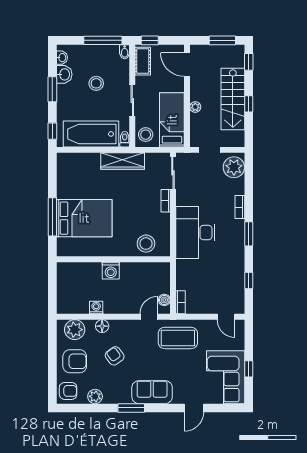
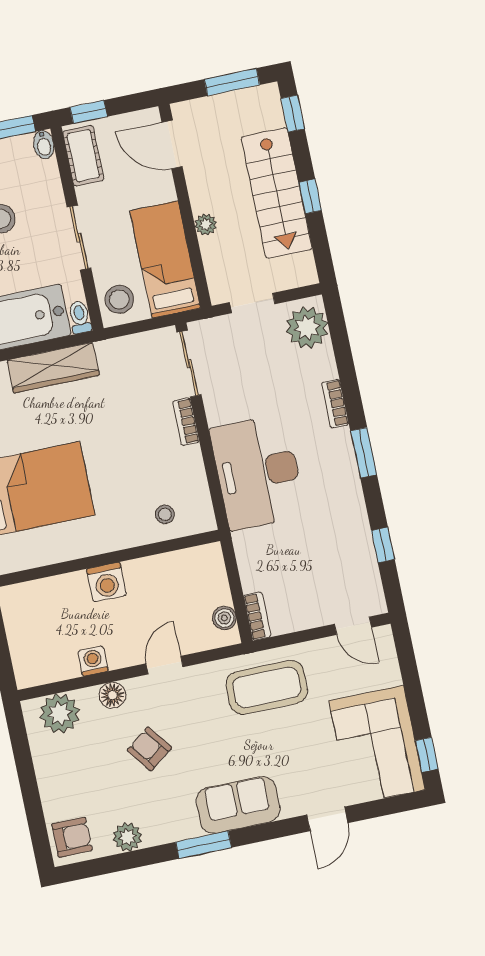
wardrobe: (123, 161) -> (53, 368), moved
stool: (146, 244) -> (165, 514), width x0.53, depth x0.53
door: (149, 317) -> (164, 665), moved
armchair: (75, 361) -> (73, 776), removed
window: (249, 369) -> (427, 755), moved

